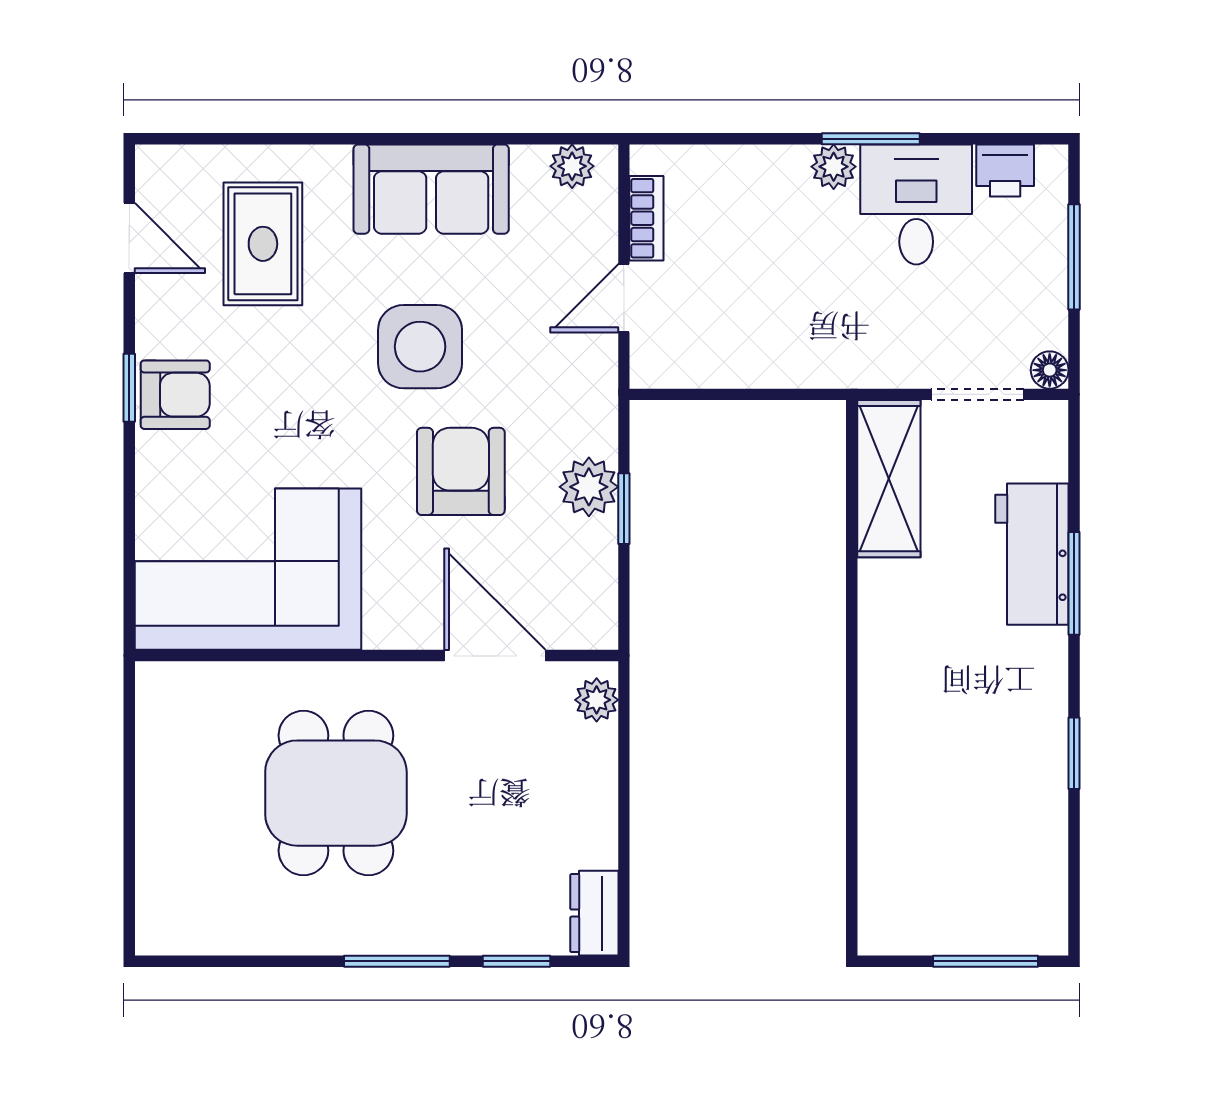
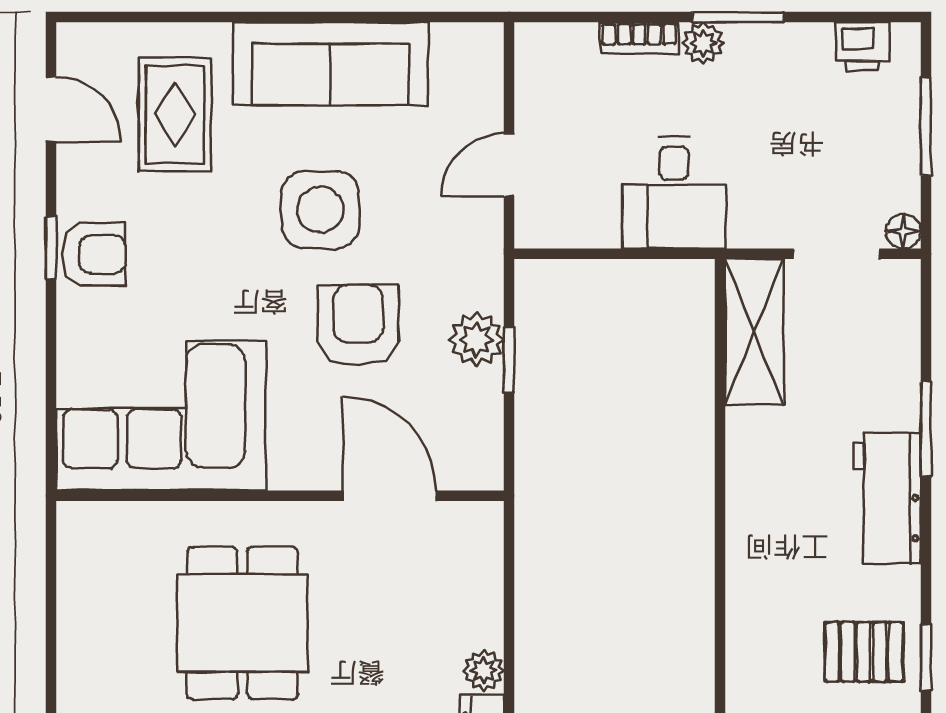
plant: (572, 166) -> (461, 43), removed
sofa: (431, 189) -> (331, 64), width x1.36
desk: (916, 204) -> (674, 193), moved, turned 180
bookcase: (646, 218) -> (639, 38), moved, turned 90
workbench: (1032, 554) -> (887, 498), moved
plant: (597, 700) -> (484, 670), moved
window: (1074, 753) -> (926, 657), moved
pallet: (1007, 824) -> (864, 652), added

